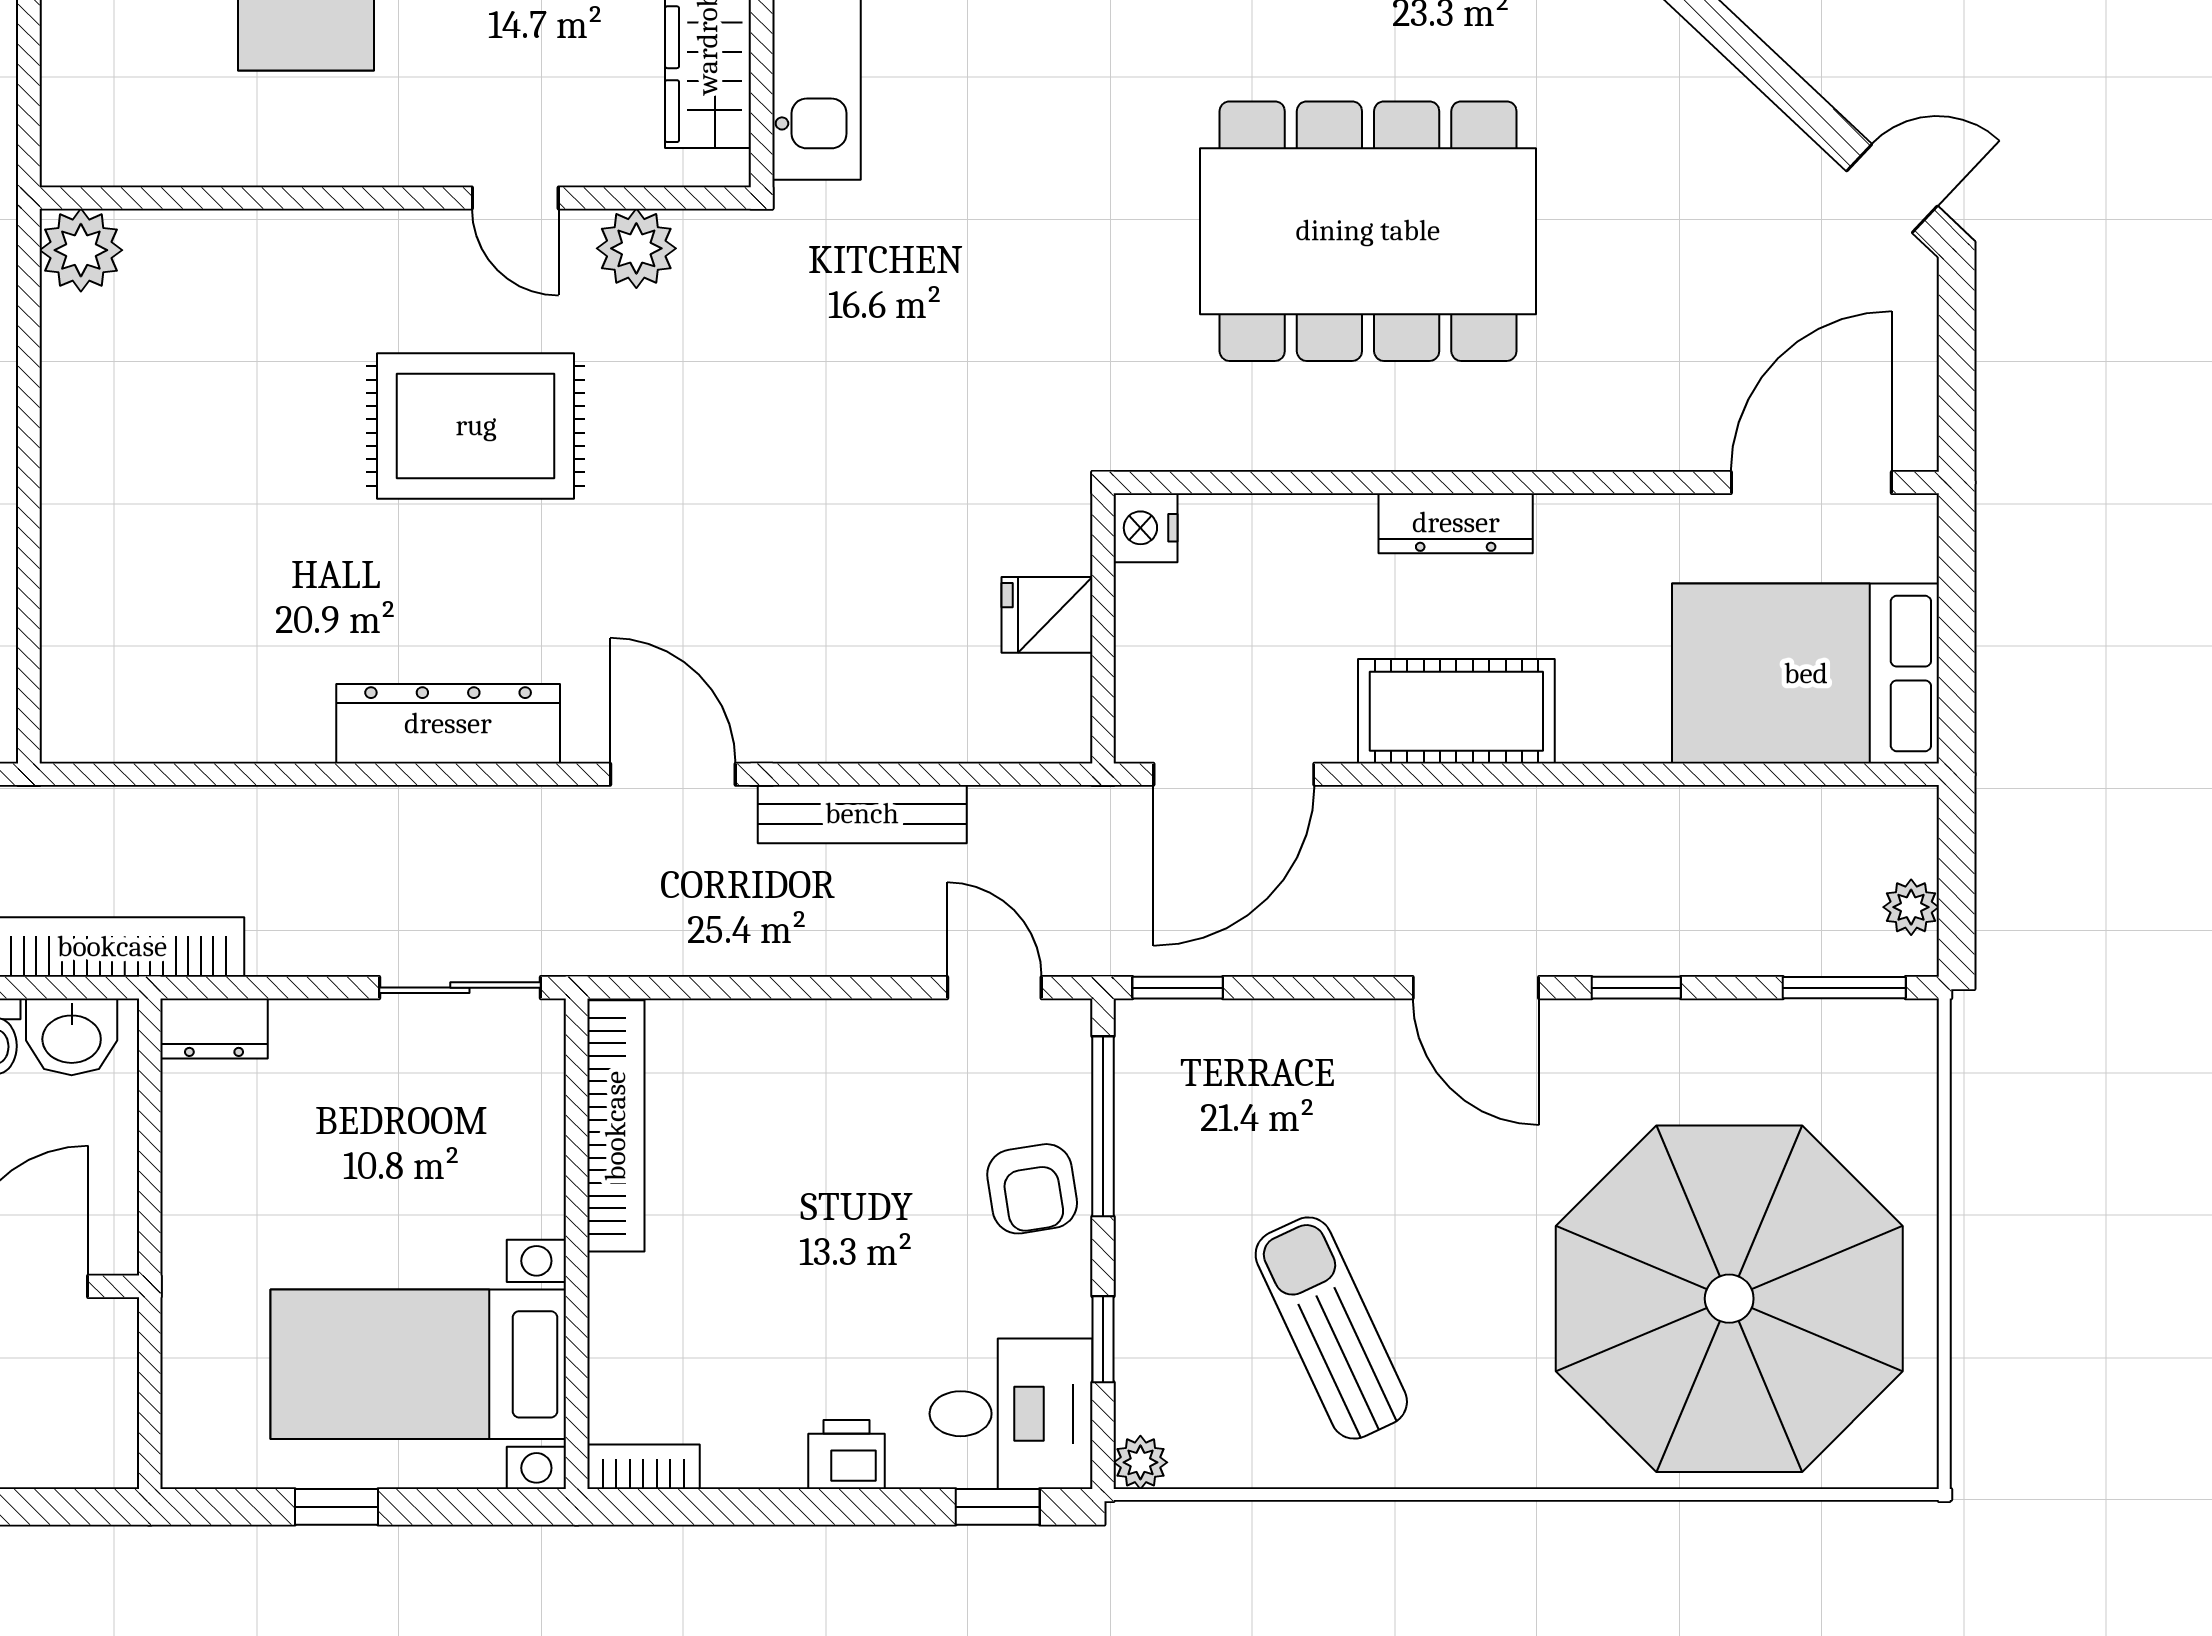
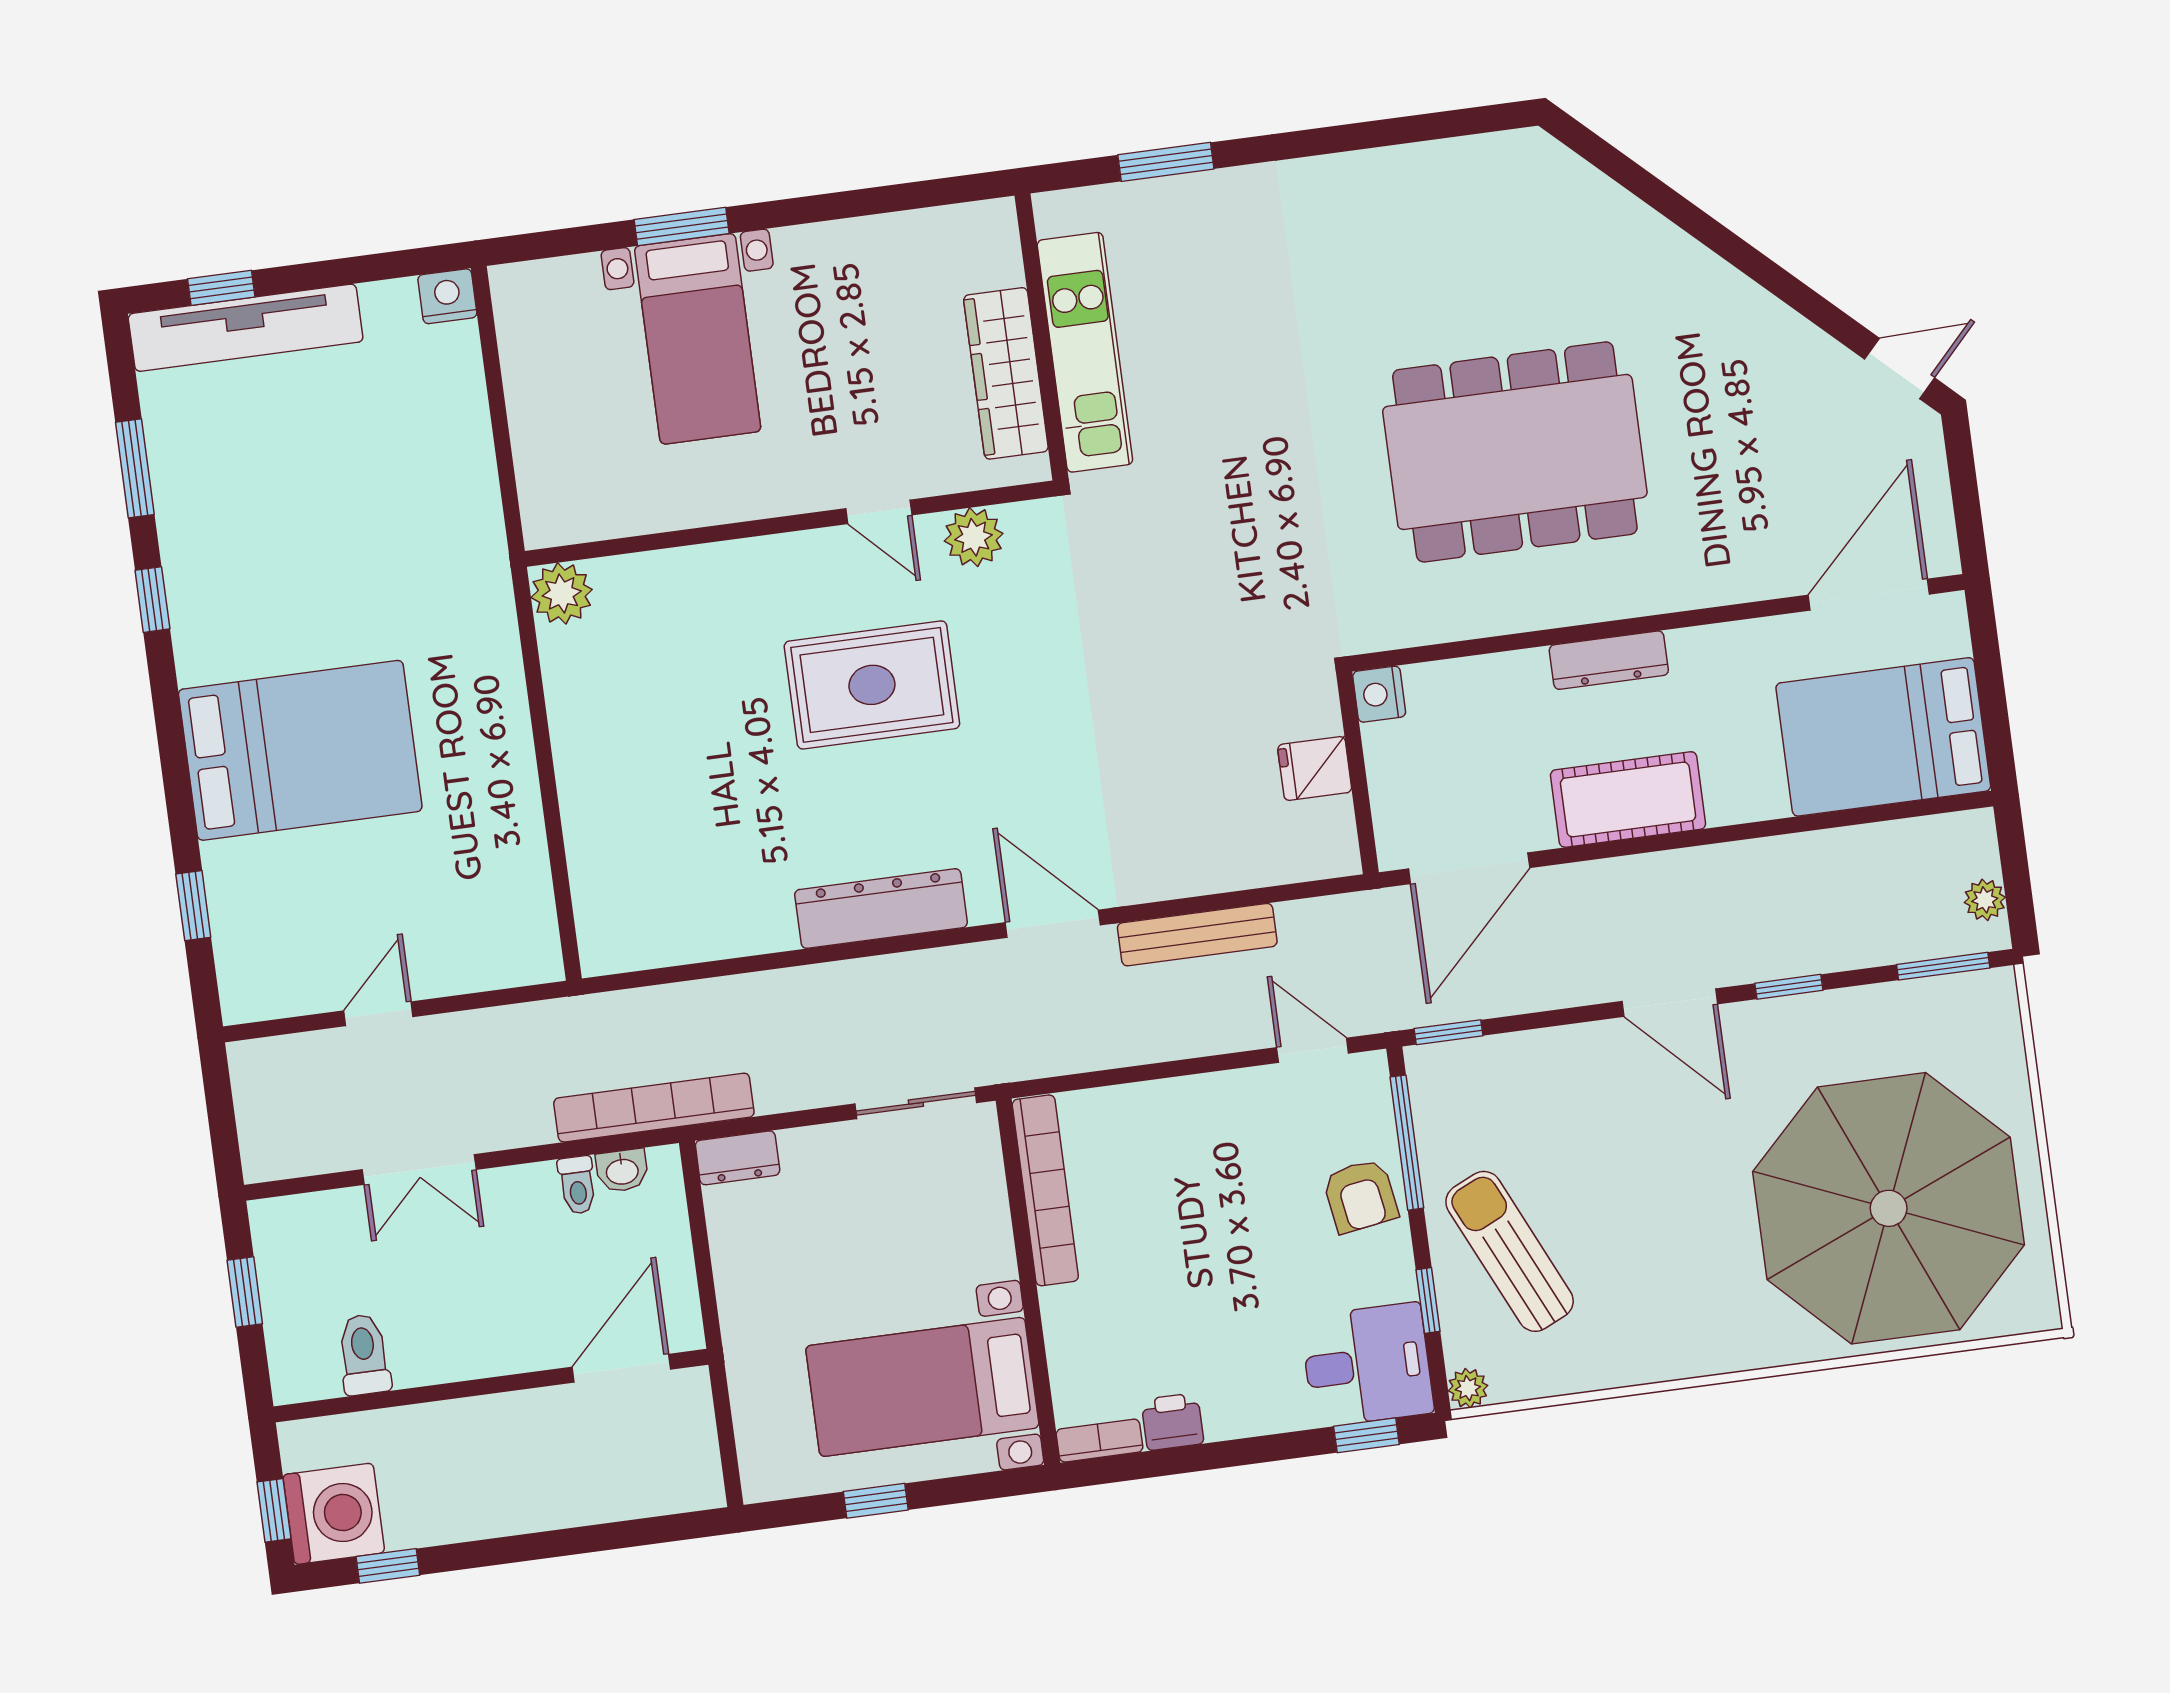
washbasin: (72, 1037) -> (622, 1171), width x0.72, depth x0.69
sun lounger: (1331, 1328) -> (1510, 1251), moved
printer: (847, 1454) -> (1172, 1422), moved

